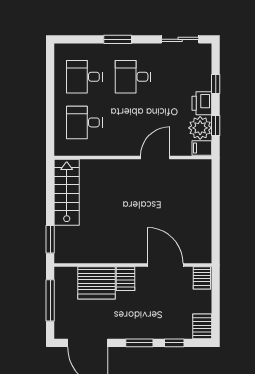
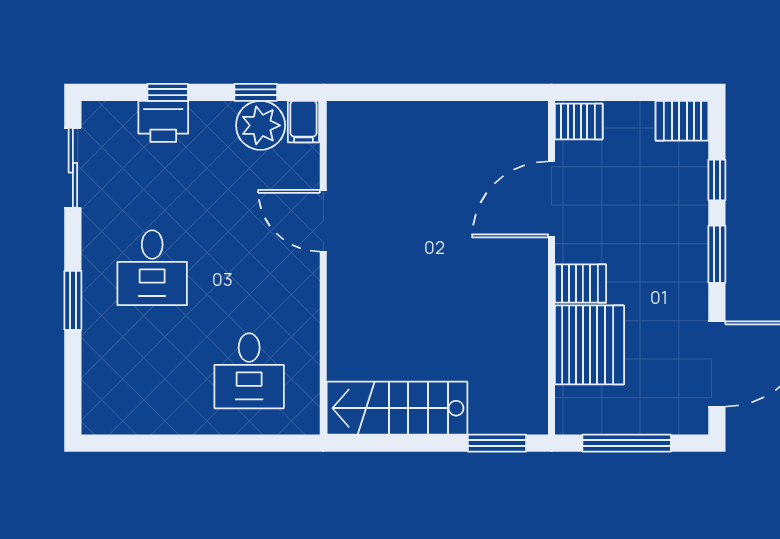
desk: (84, 77) -> (152, 371), removed
printer: (202, 103) -> (163, 121), moved

